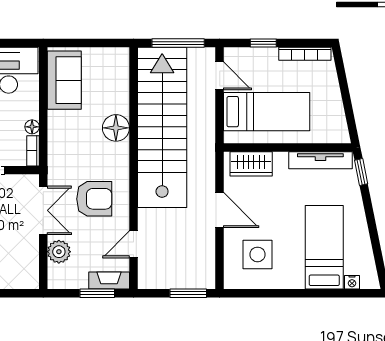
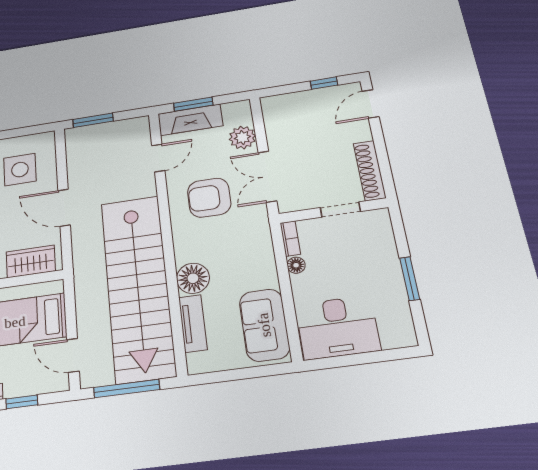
tv unit: (120, 89) -> (193, 323), added
fireplace: (109, 280) -> (190, 120), width x1.37, depth x1.32

